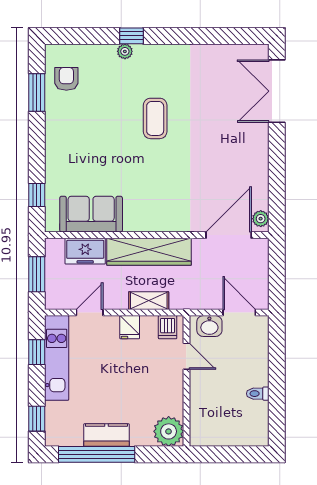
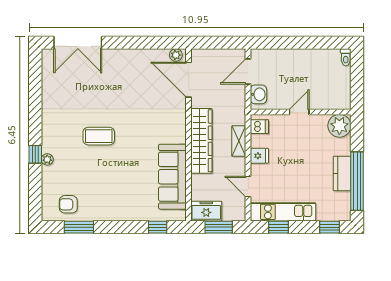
sofa: (91, 214) -> (172, 177), width x1.36
freezer: (85, 251) -> (206, 211), moved, turned -90
door: (186, 356) -> (299, 112), moved
toilet: (258, 394) -> (346, 57), moved

